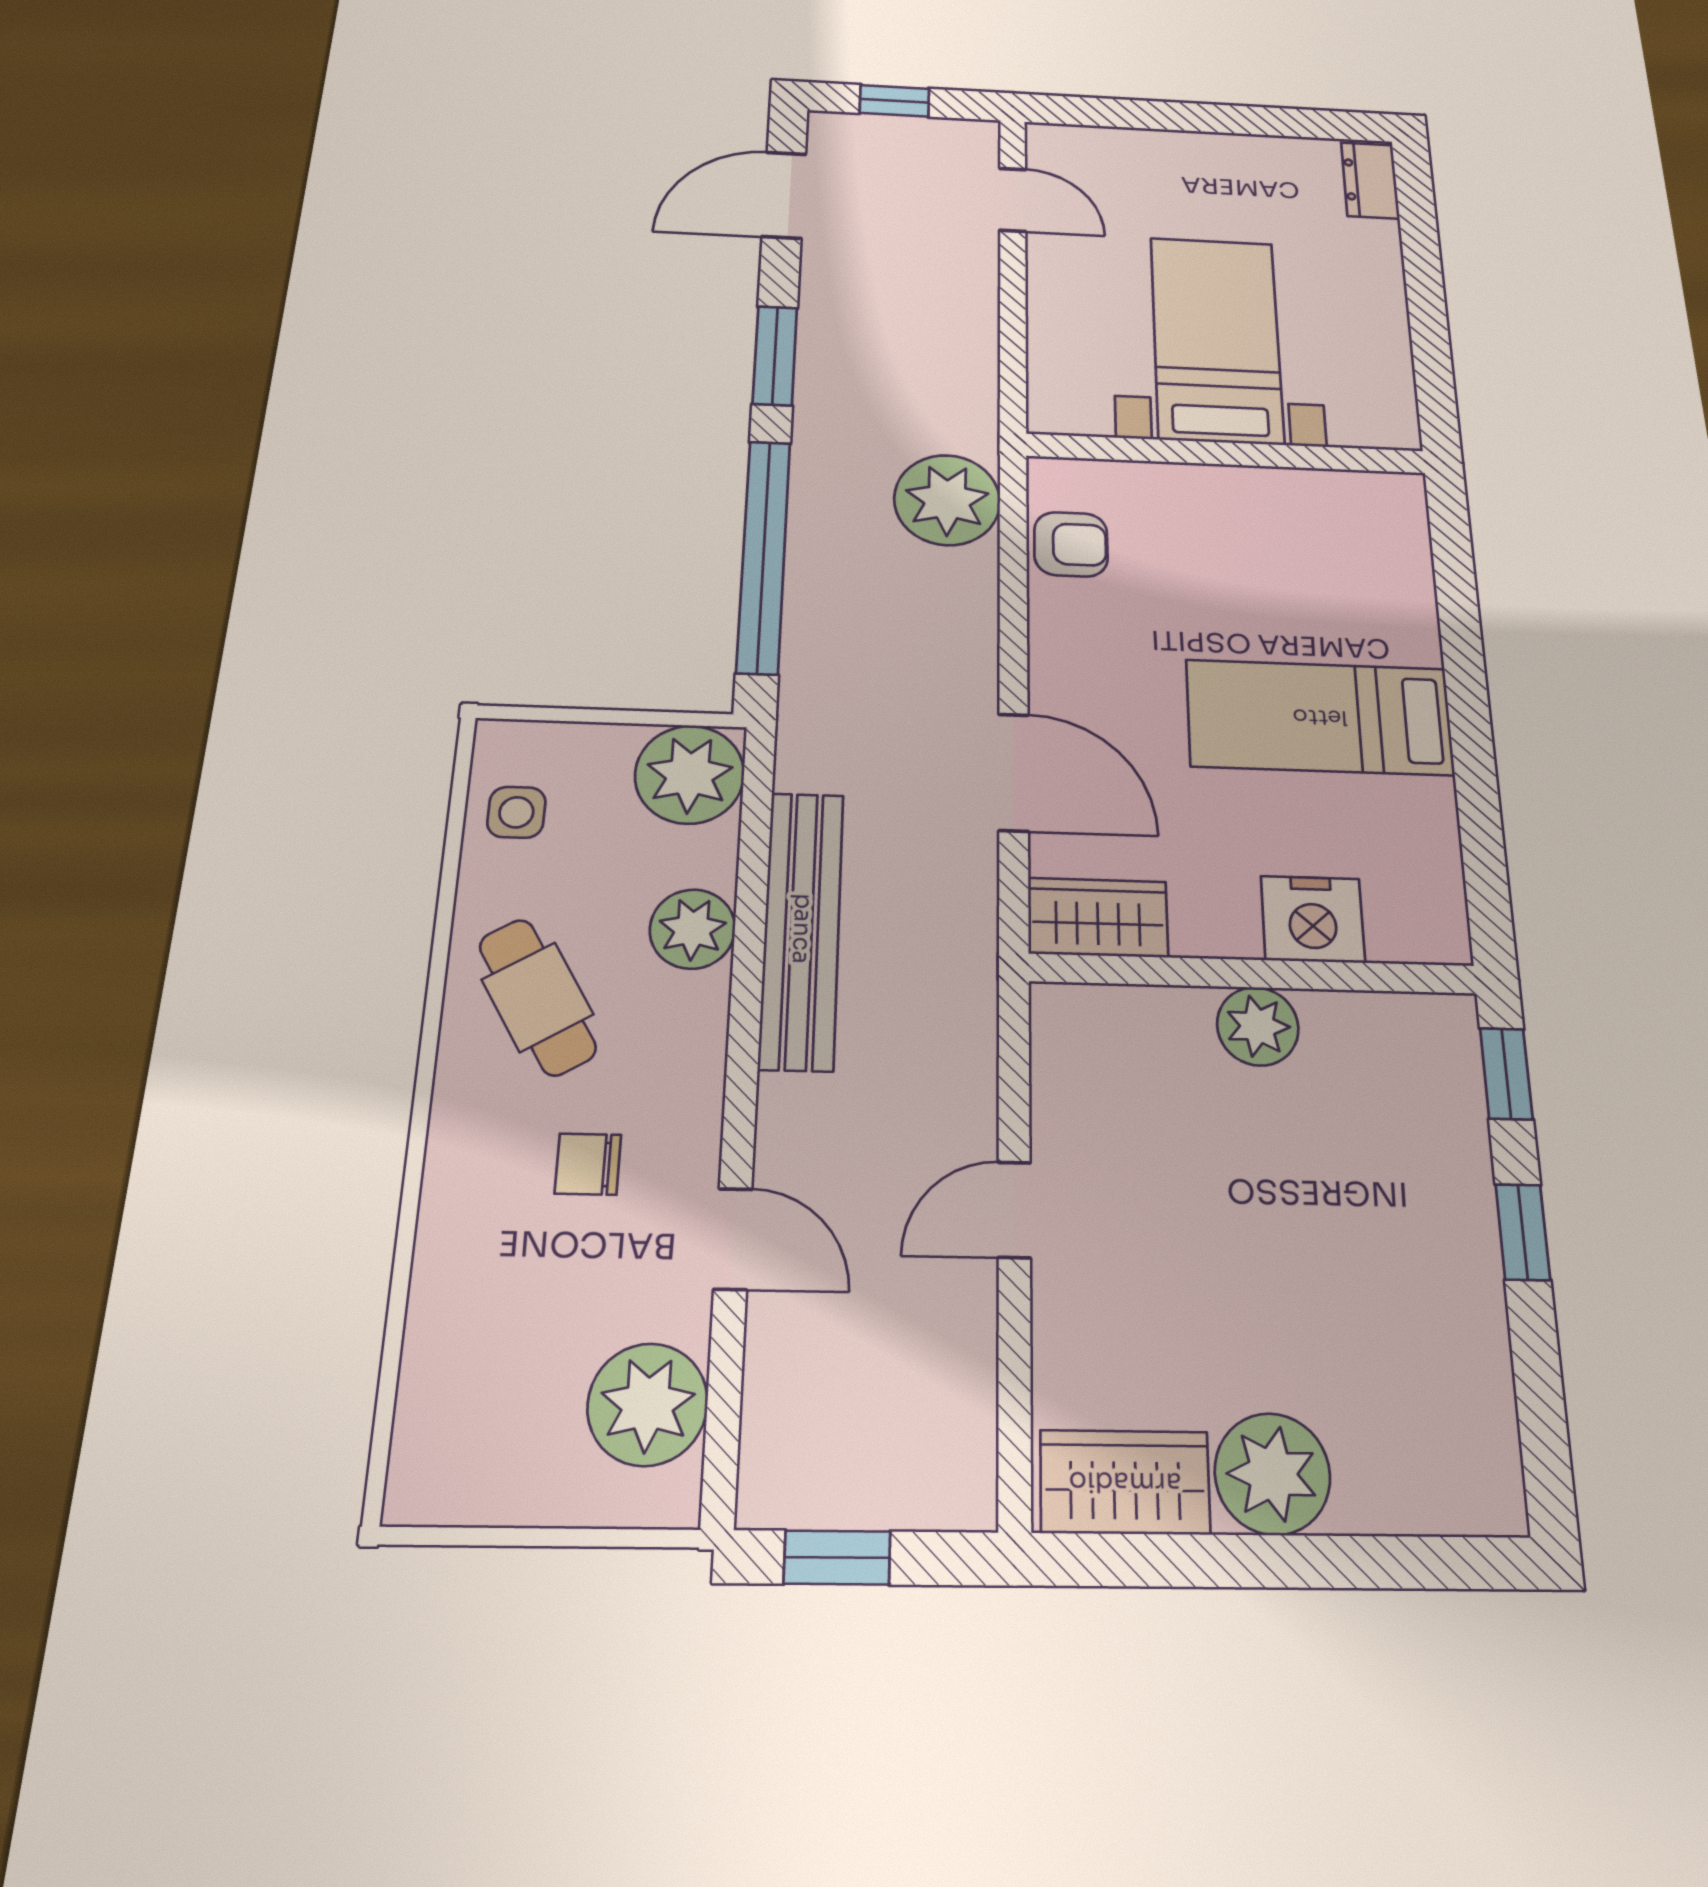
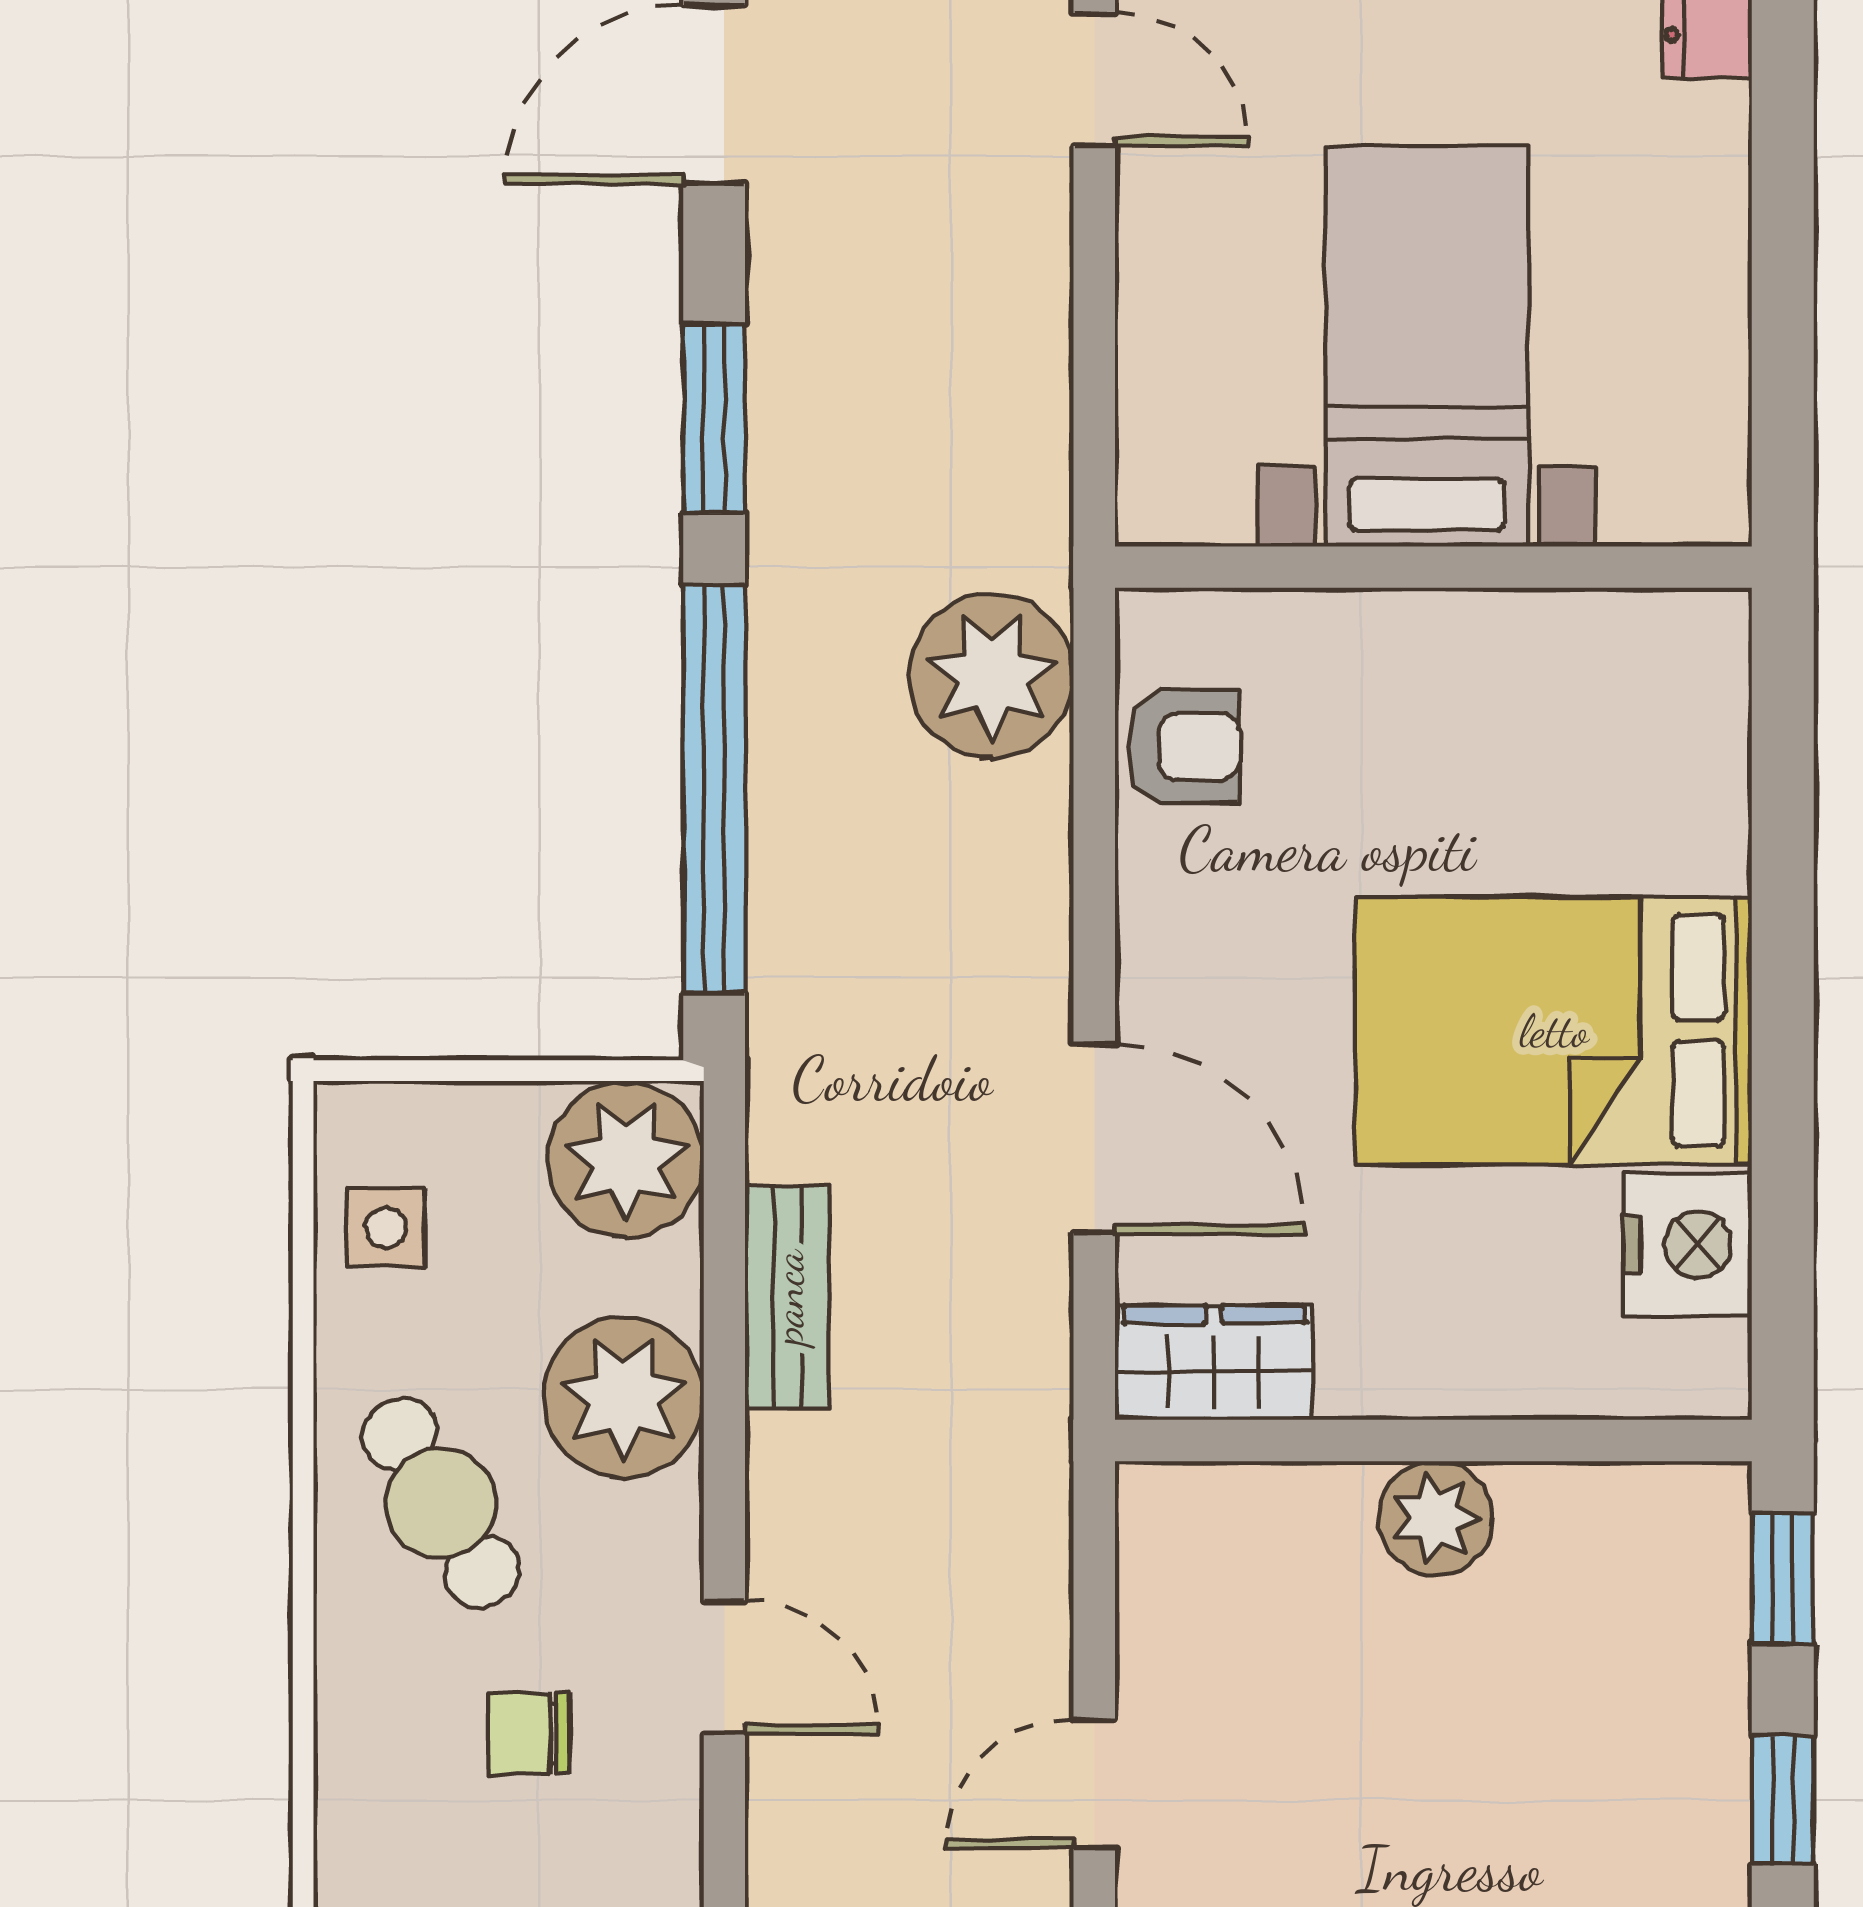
bed: (1320, 717) -> (1554, 1031), width x1.50
nightstand: (1313, 919) -> (1688, 1244), moved, turned -90
plant: (692, 929) -> (623, 1397), width x1.36, depth x1.36
bench: (802, 929) -> (787, 1297), width x0.54, depth x0.82
door: (733, 1239) -> (724, 1667), moved

